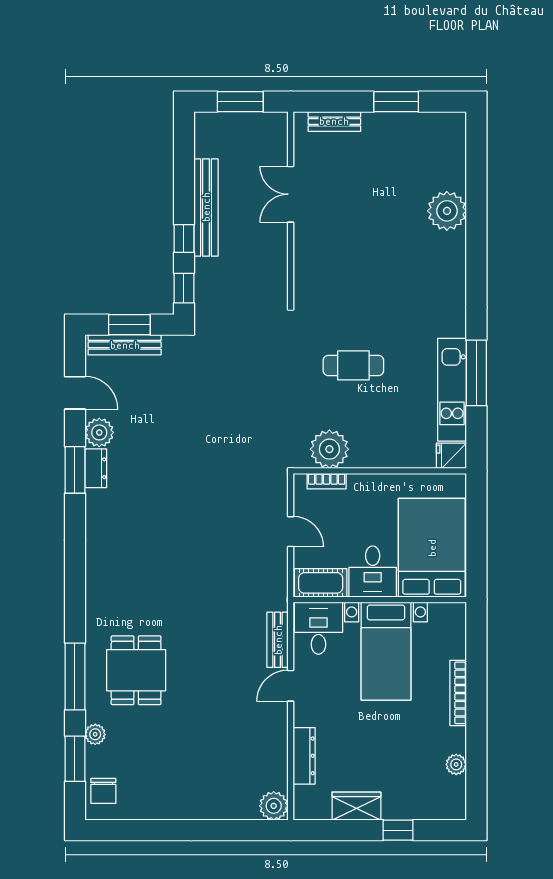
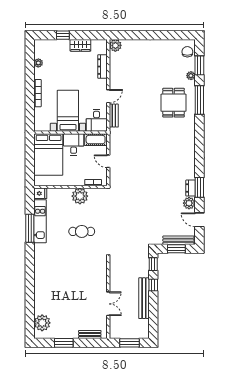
plant: (447, 211) -> (42, 323), moved
plant: (329, 449) -> (80, 196), moved

